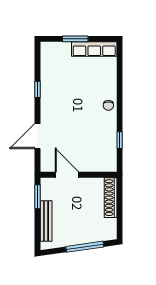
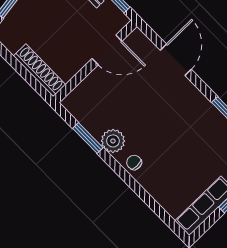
plant: (108, 126) -> (113, 141), added
window: (120, 140) -> (88, 138), width x1.50

